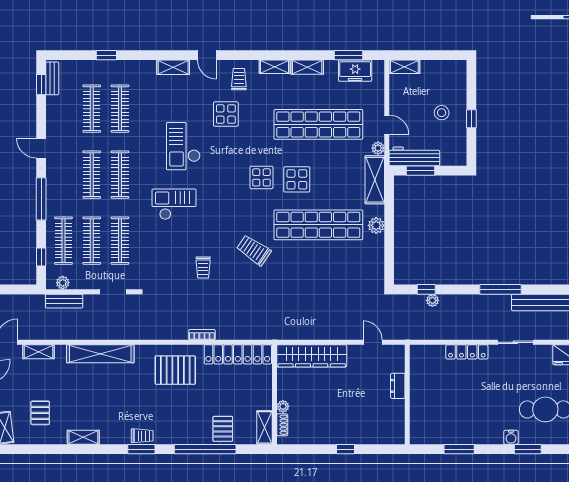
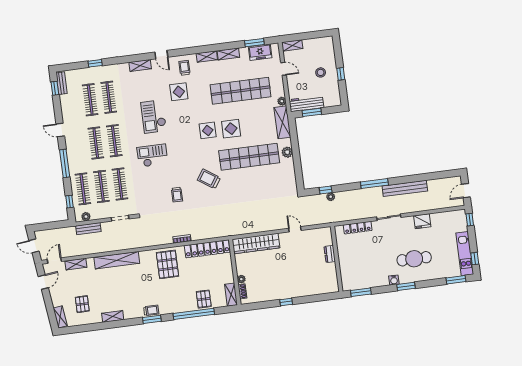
door: (387, 125) -> (283, 69), moved
pallet: (175, 370) -> (167, 264), turned 90
dresser: (398, 386) -> (330, 254), moved
wall: (407, 395) -> (337, 259), moved

